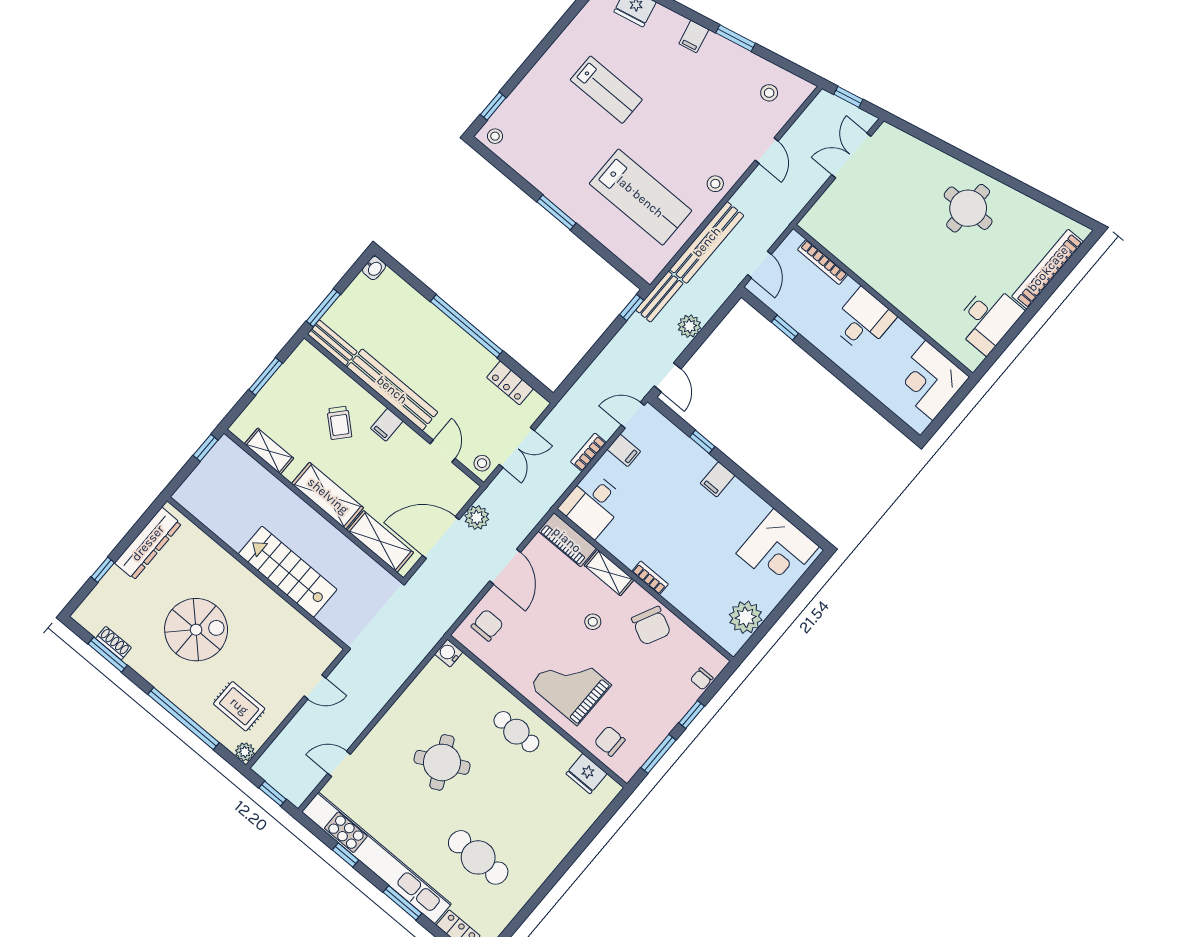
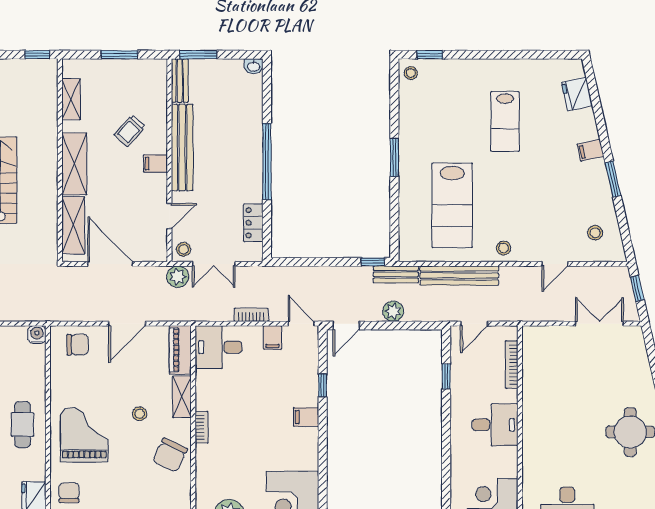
plant: (477, 518) -> (178, 277), moved

